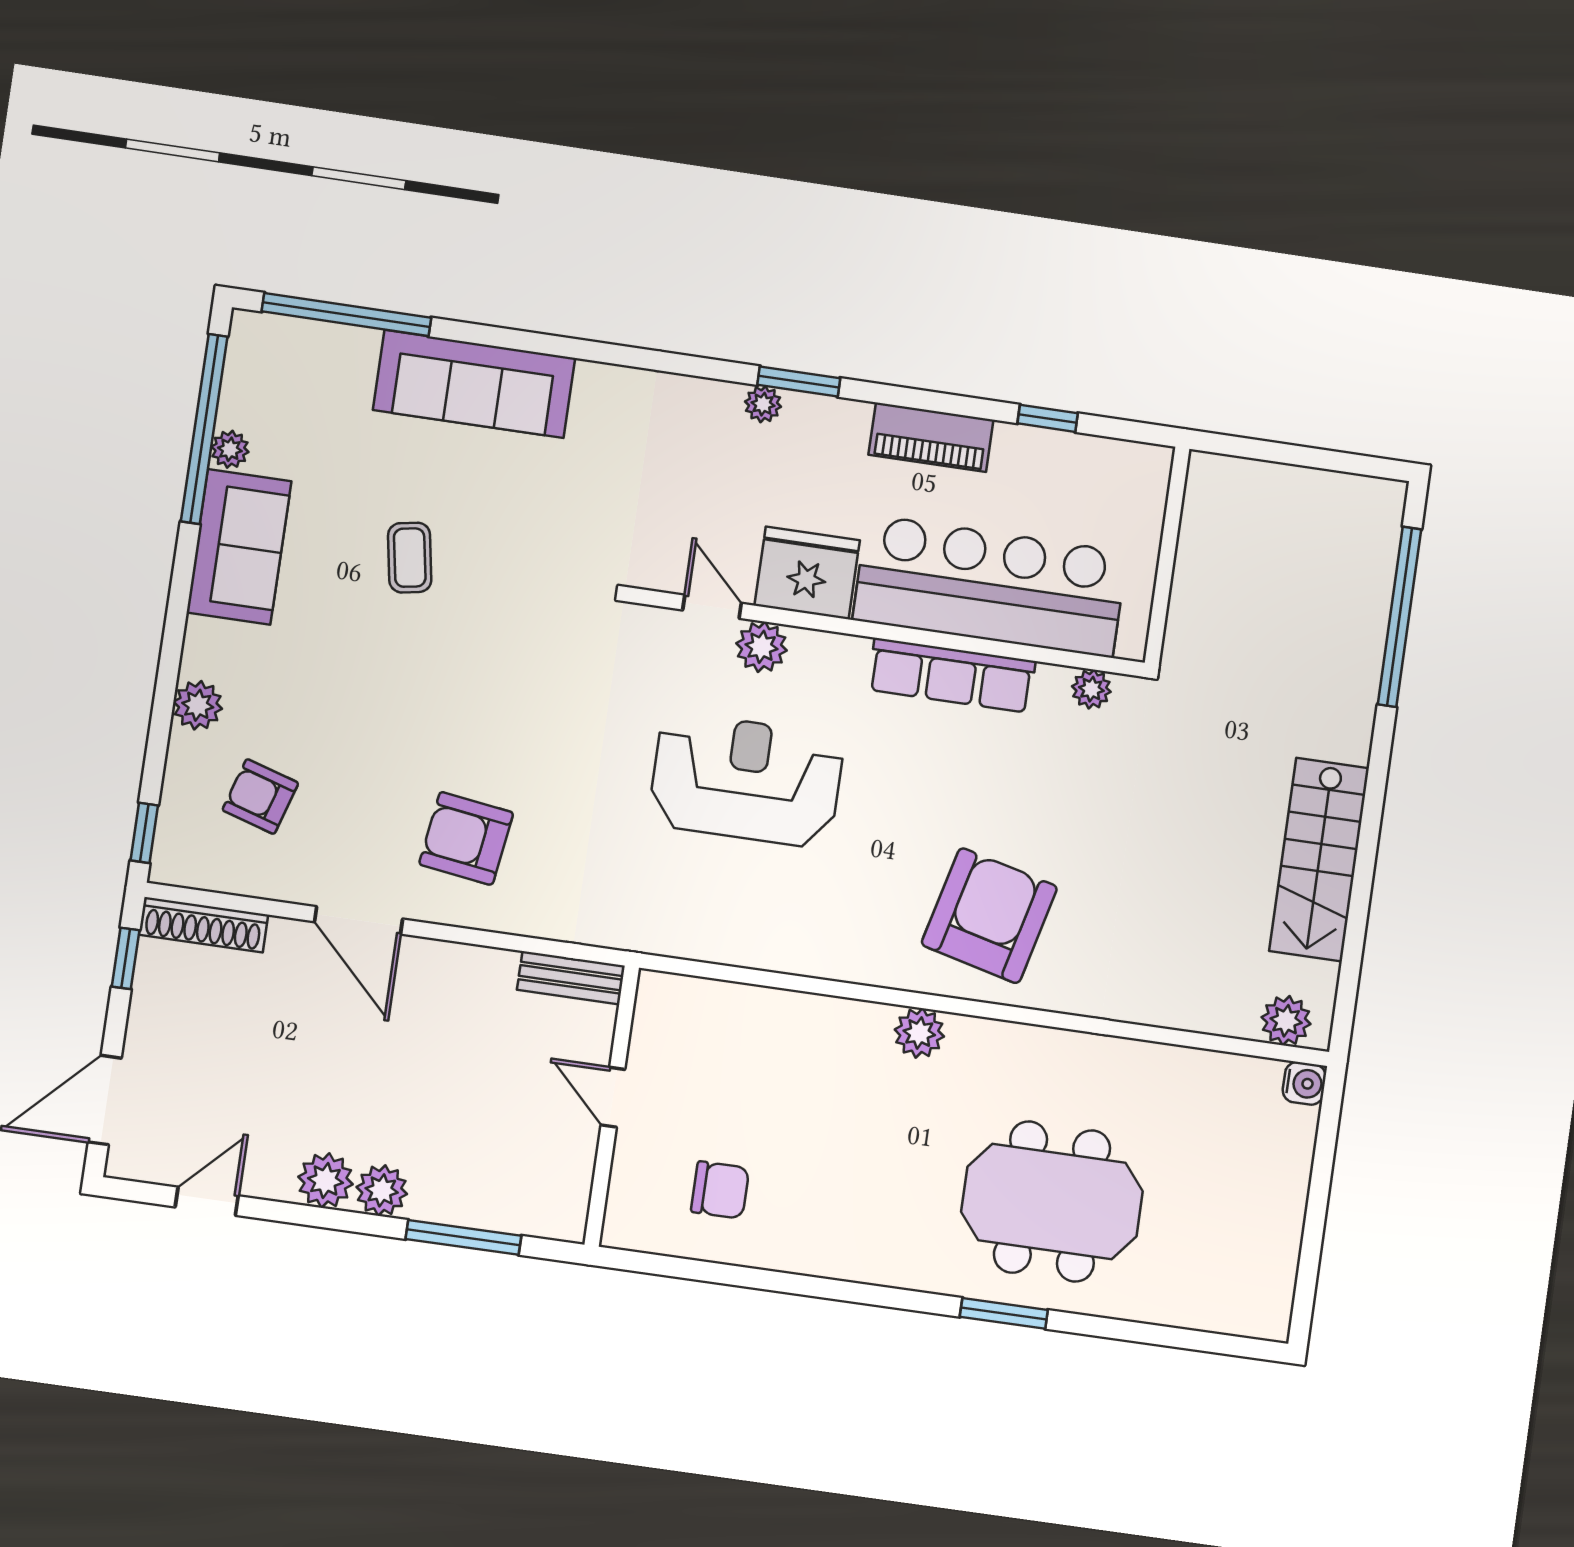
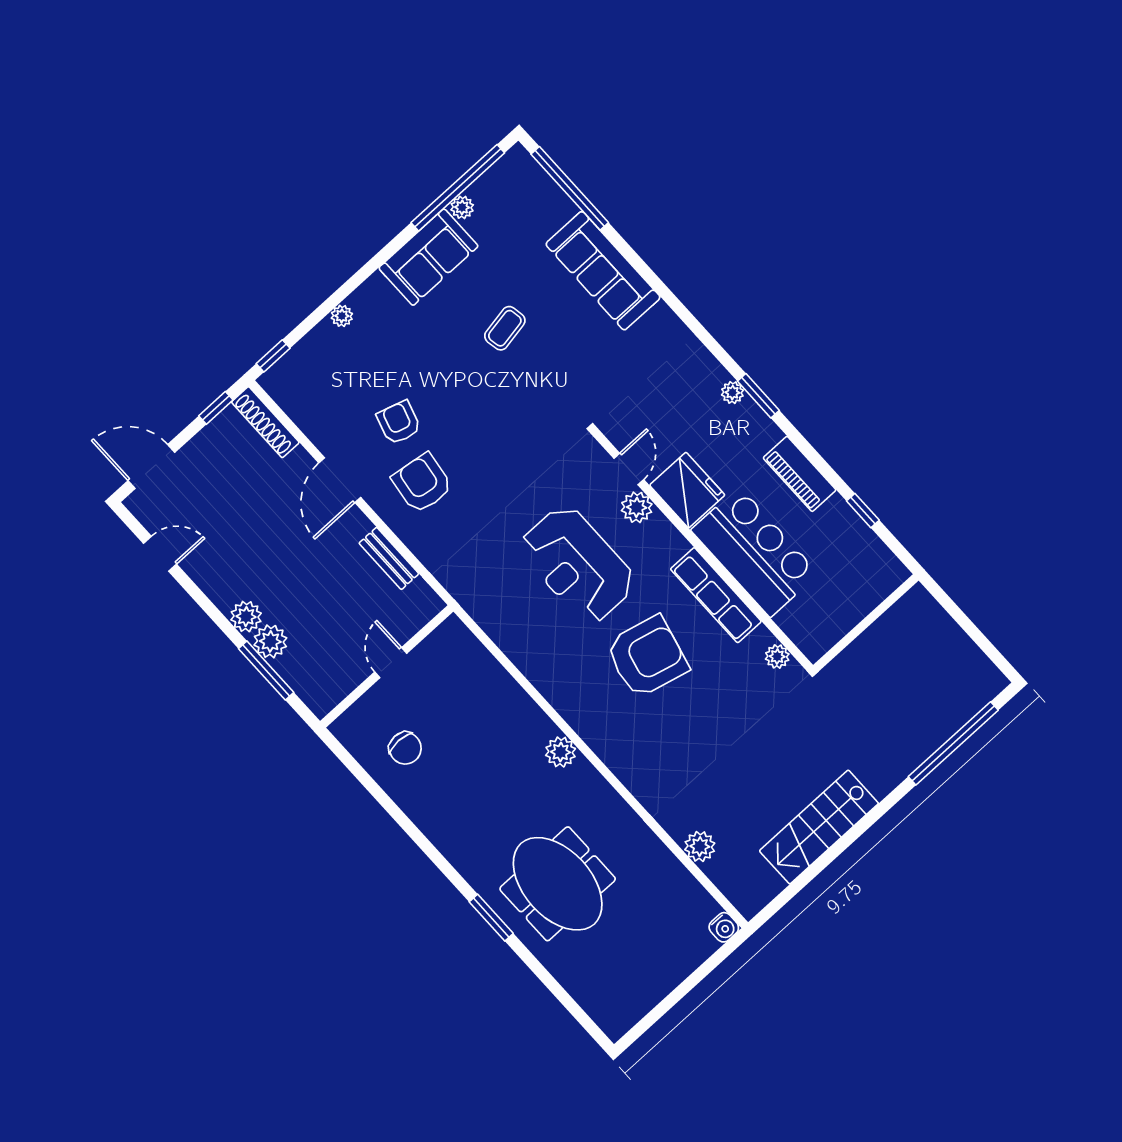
bar counter: (990, 586) -> (755, 552), width x0.73
plant: (198, 705) -> (342, 316), width x0.73, depth x0.73
reception desk: (746, 780) -> (577, 565), turned 180
armchair: (260, 797) -> (399, 423), moved
armchair: (989, 916) -> (647, 657), moved
bench: (571, 978) -> (389, 558), moved
plant: (1286, 1021) -> (700, 846), moved
plant: (325, 1181) -> (270, 641), moved

